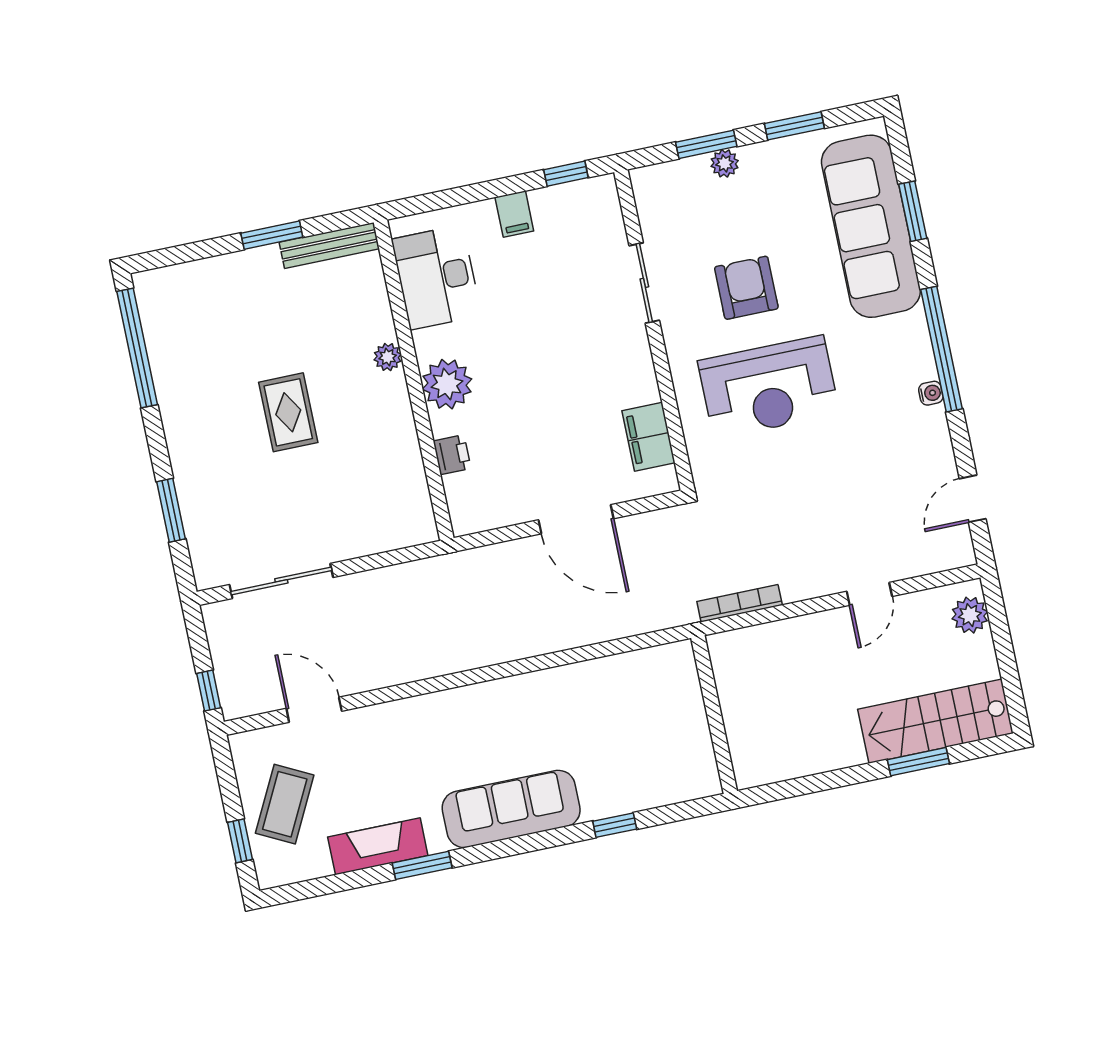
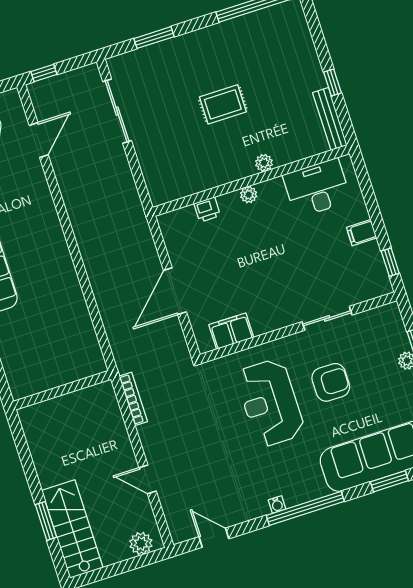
window: (272, 235) -> (332, 82), width x0.67
plant: (447, 384) -> (249, 195), width x0.53, depth x0.53

